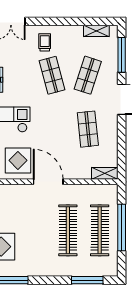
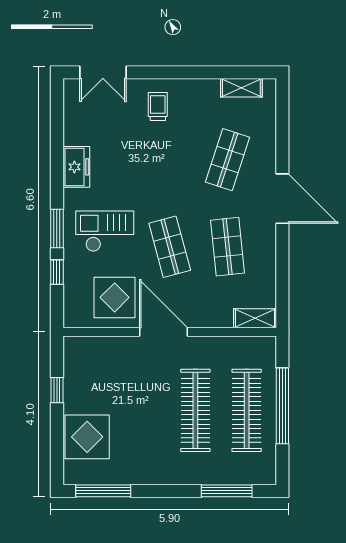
window: (122, 55) -> (282, 127), removed
shop shelf: (52, 75) -> (170, 247), moved

